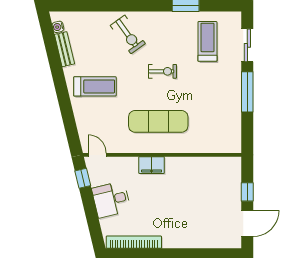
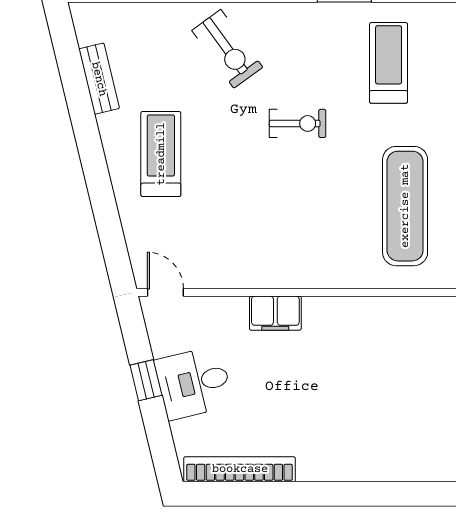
water cooler: (58, 27) -> (86, 33), removed
treadmill: (95, 86) -> (161, 154), turned -90
exercise mat: (158, 121) -> (405, 206), moved, turned 90
window: (83, 178) -> (146, 380), moved

